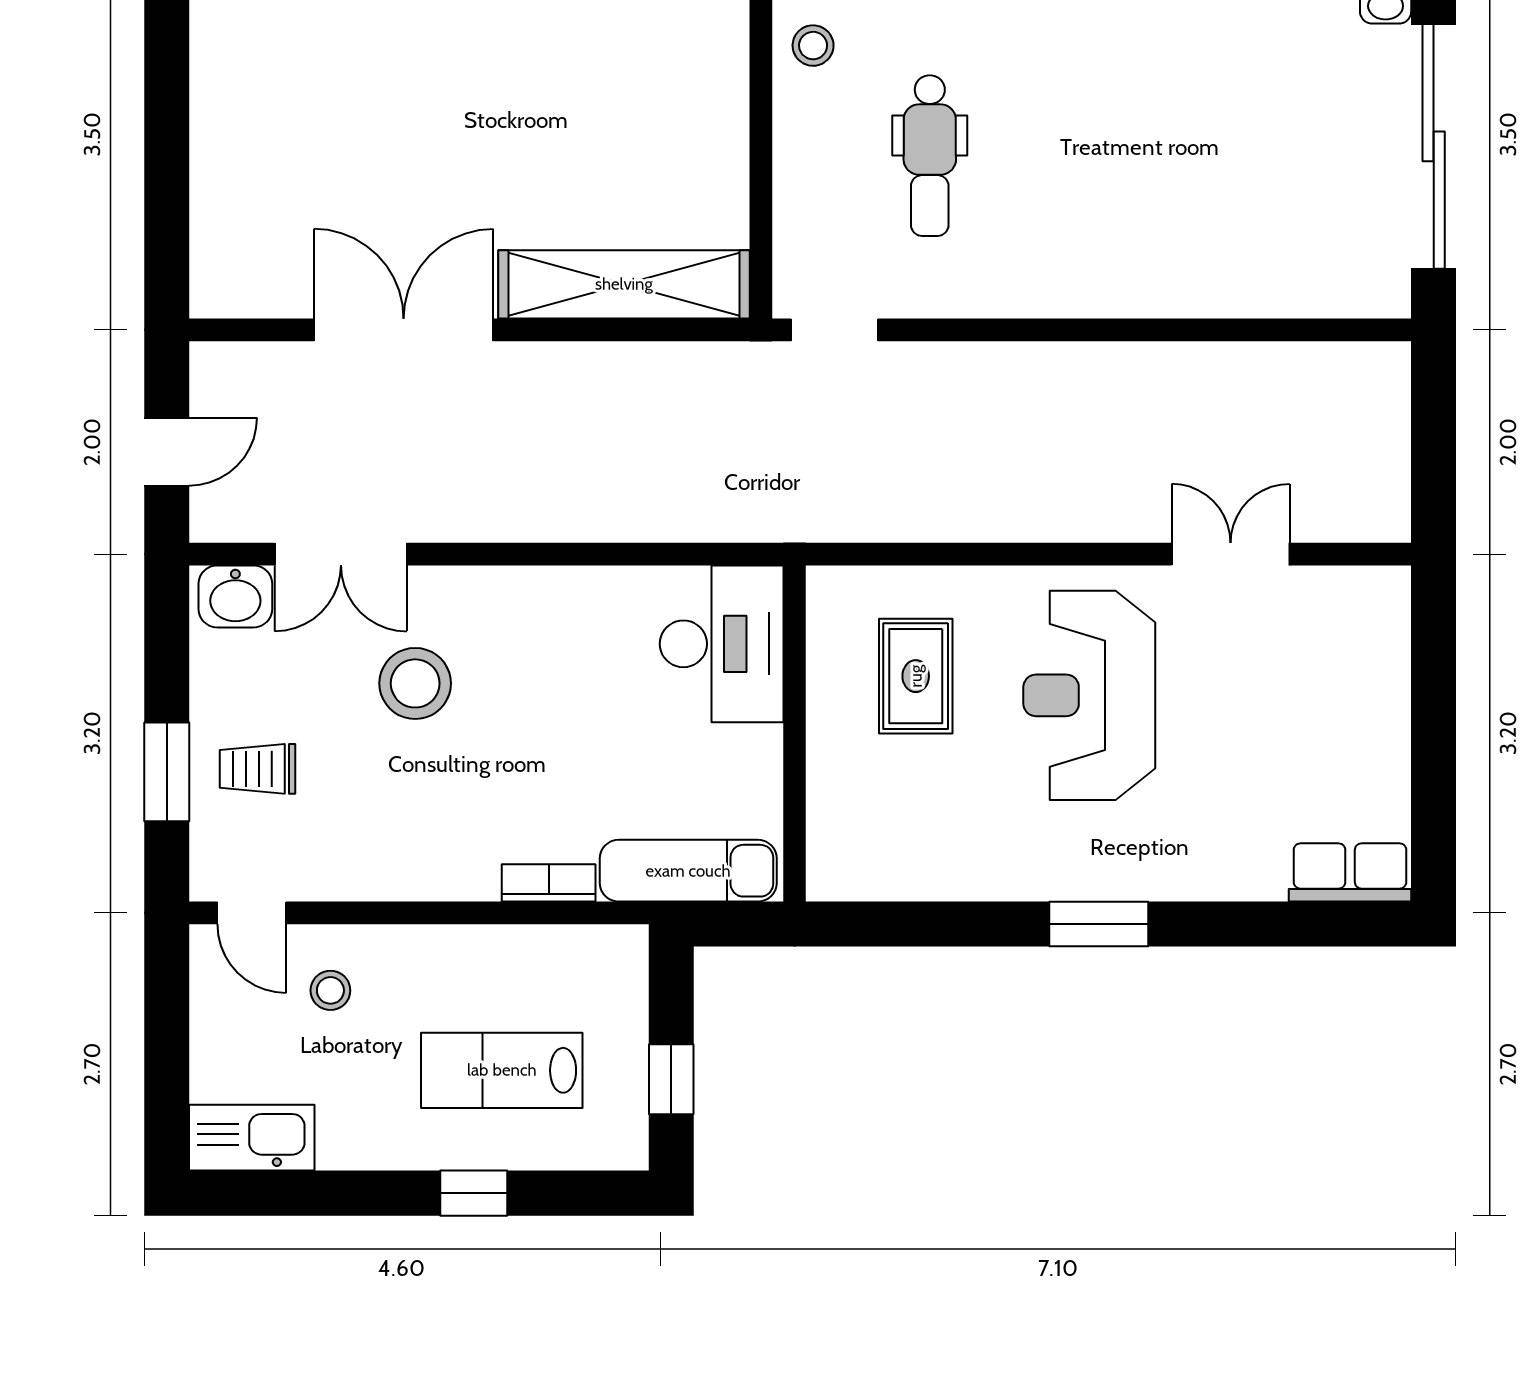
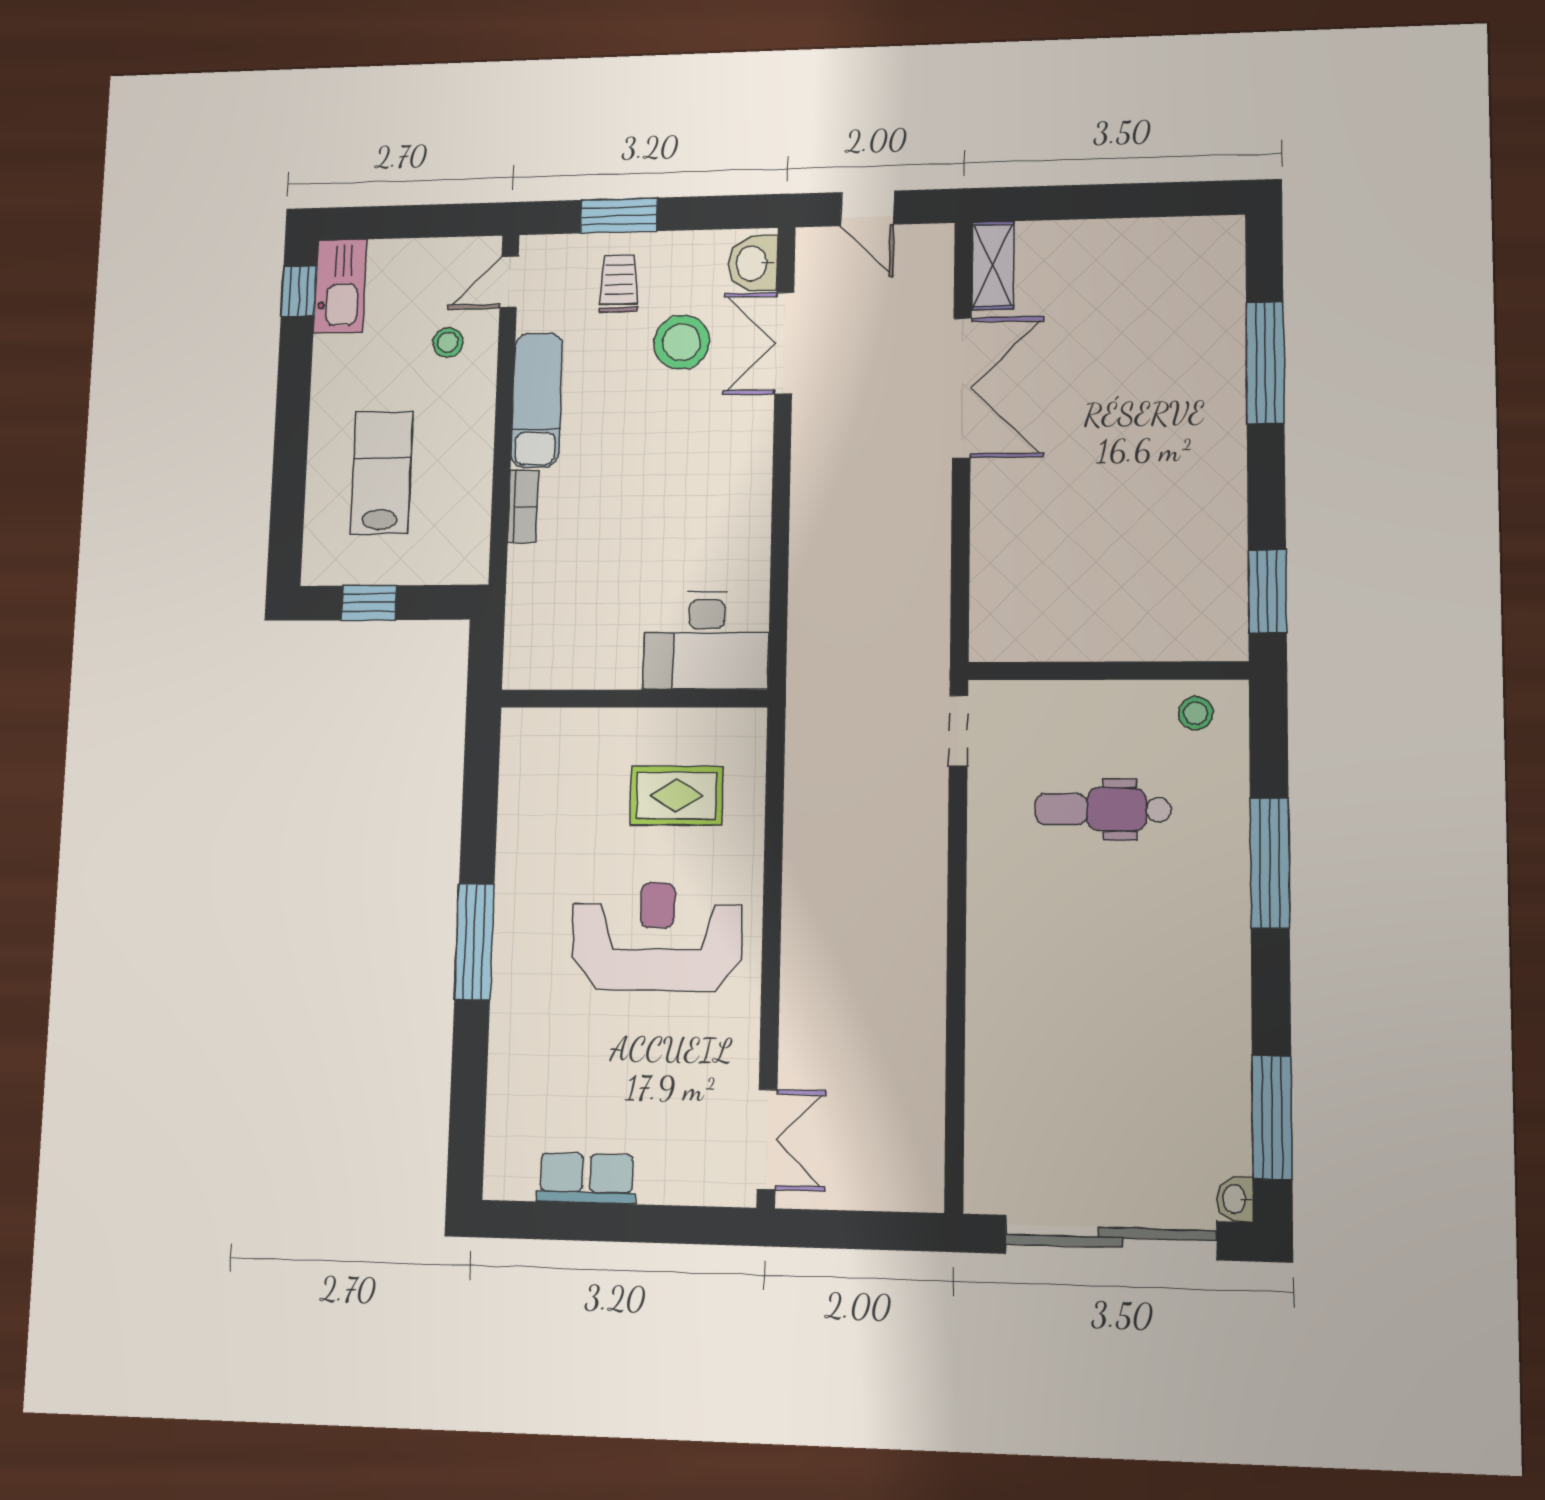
shelving: (624, 284) -> (993, 266), moved, width x0.45, depth x0.75
double door: (1231, 554) -> (767, 1139), moved
stool: (415, 683) -> (682, 342), moved
exam couch: (688, 871) -> (537, 400), moved
row of seats: (1350, 872) -> (586, 1178), moved, turned -90
window: (1099, 924) -> (474, 942), width x1.44
window: (474, 1193) -> (299, 291), moved

